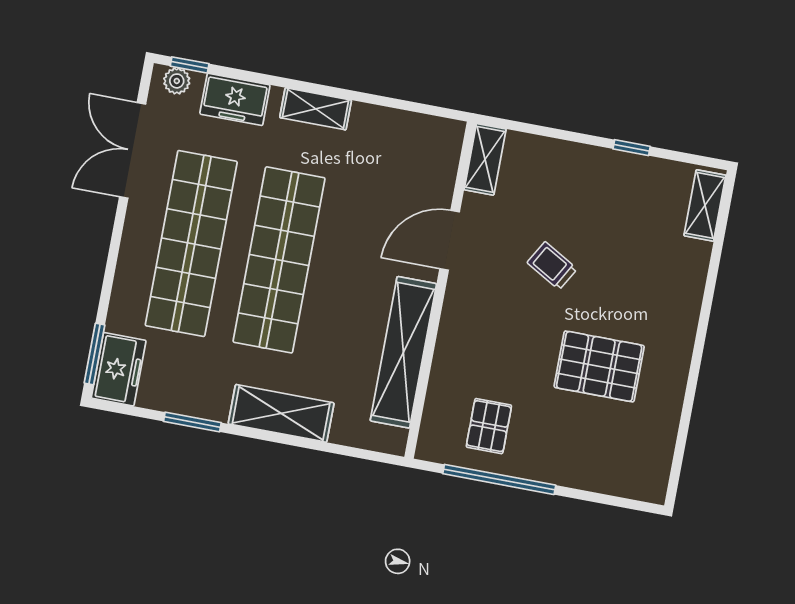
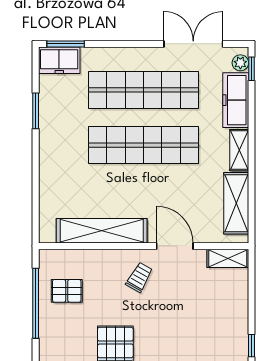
freezer: (235, 99) -> (236, 100), width x1.40
trolley: (552, 266) -> (139, 277), moved
shelving: (281, 413) -> (236, 203), moved

